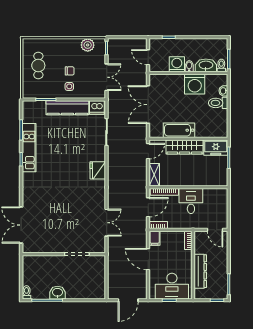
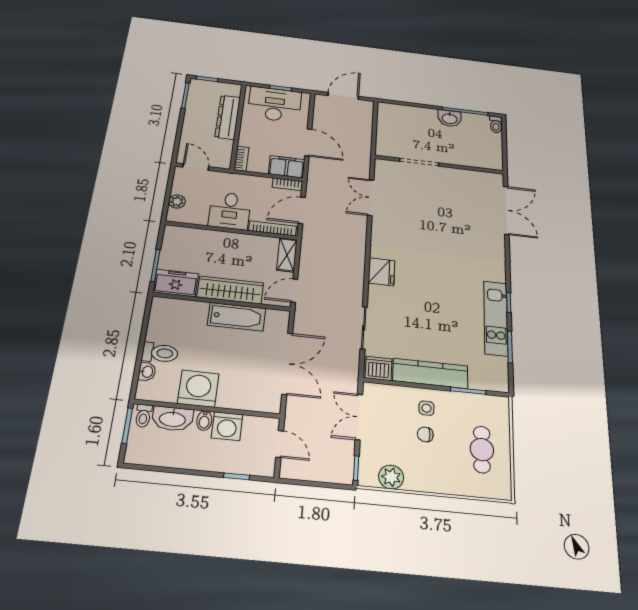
plant: (223, 203) -> (177, 201), added
filing cabinet: (155, 238) -> (287, 167), width x2.00

